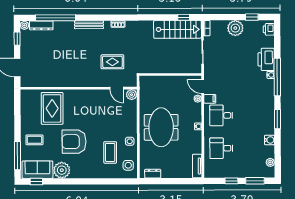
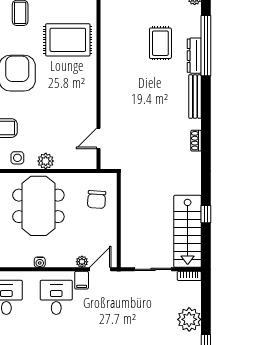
window: (184, 17) -> (206, 214), moved
dresser: (41, 25) -> (194, 56), moved
rug: (112, 62) -> (160, 43), moved
chair: (157, 89) -> (97, 199), added
plant: (132, 95) -> (46, 161), moved
meeting table: (161, 127) -> (38, 206), turned 90

